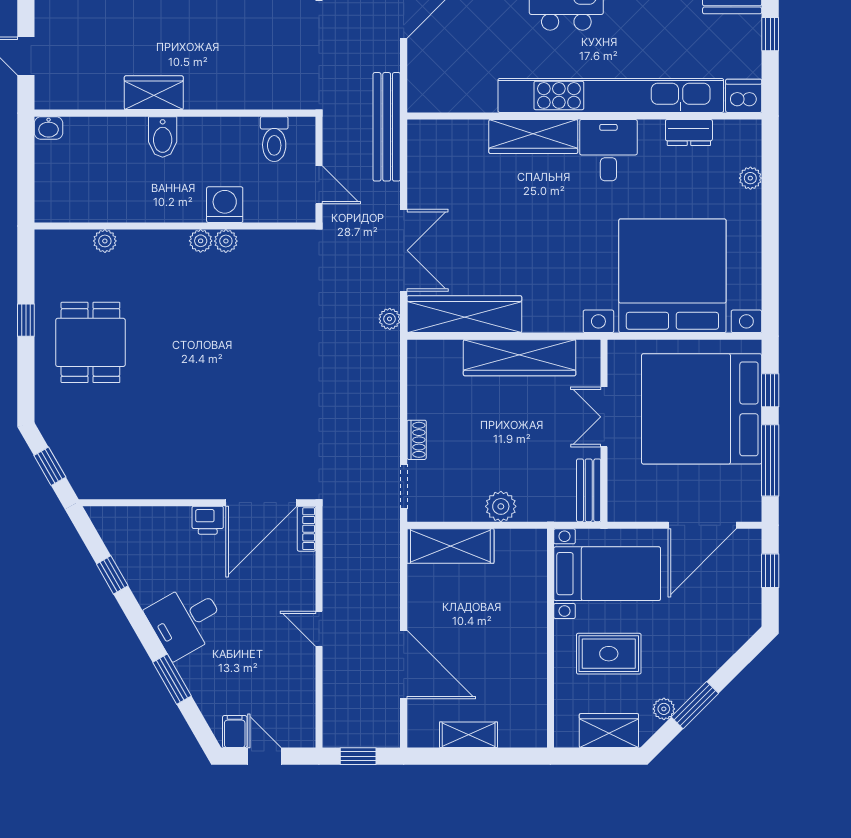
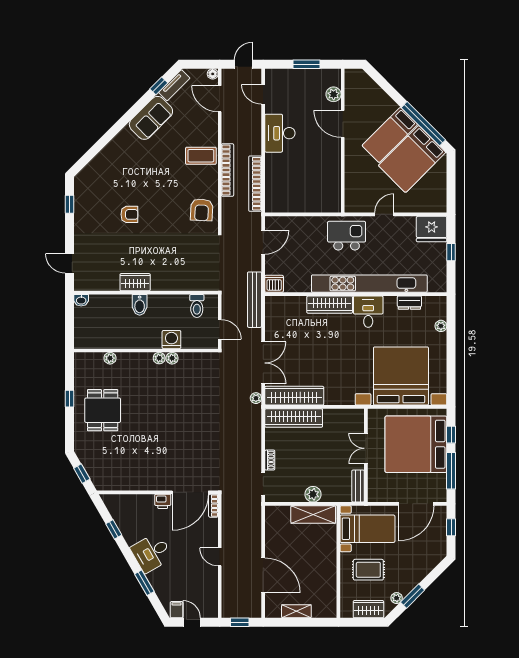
dishwasher: (744, 96) -> (274, 284), moved
wardrobe: (520, 358) -> (294, 418), moved
shelving: (450, 546) -> (313, 515), moved

